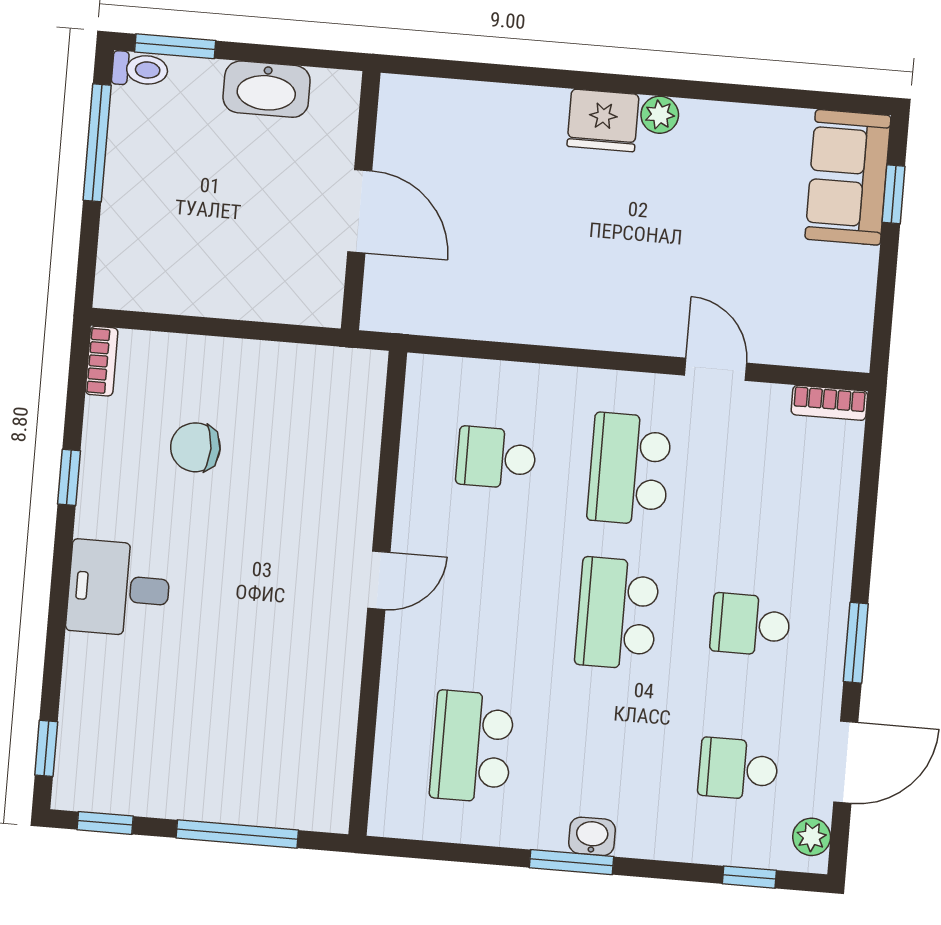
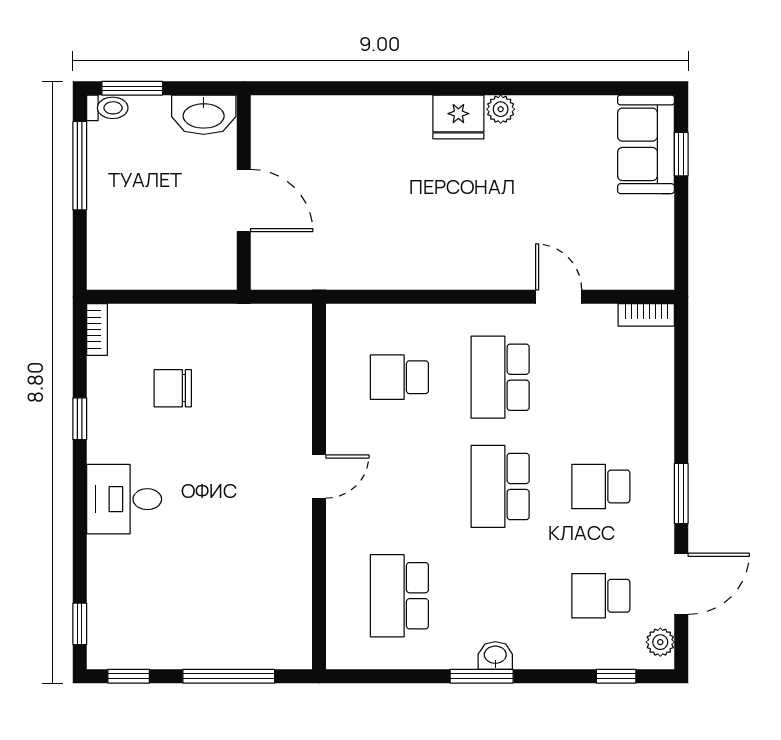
wall: (361, 201) -> (244, 193), moved
door: (360, 211) -> (244, 201), moved

